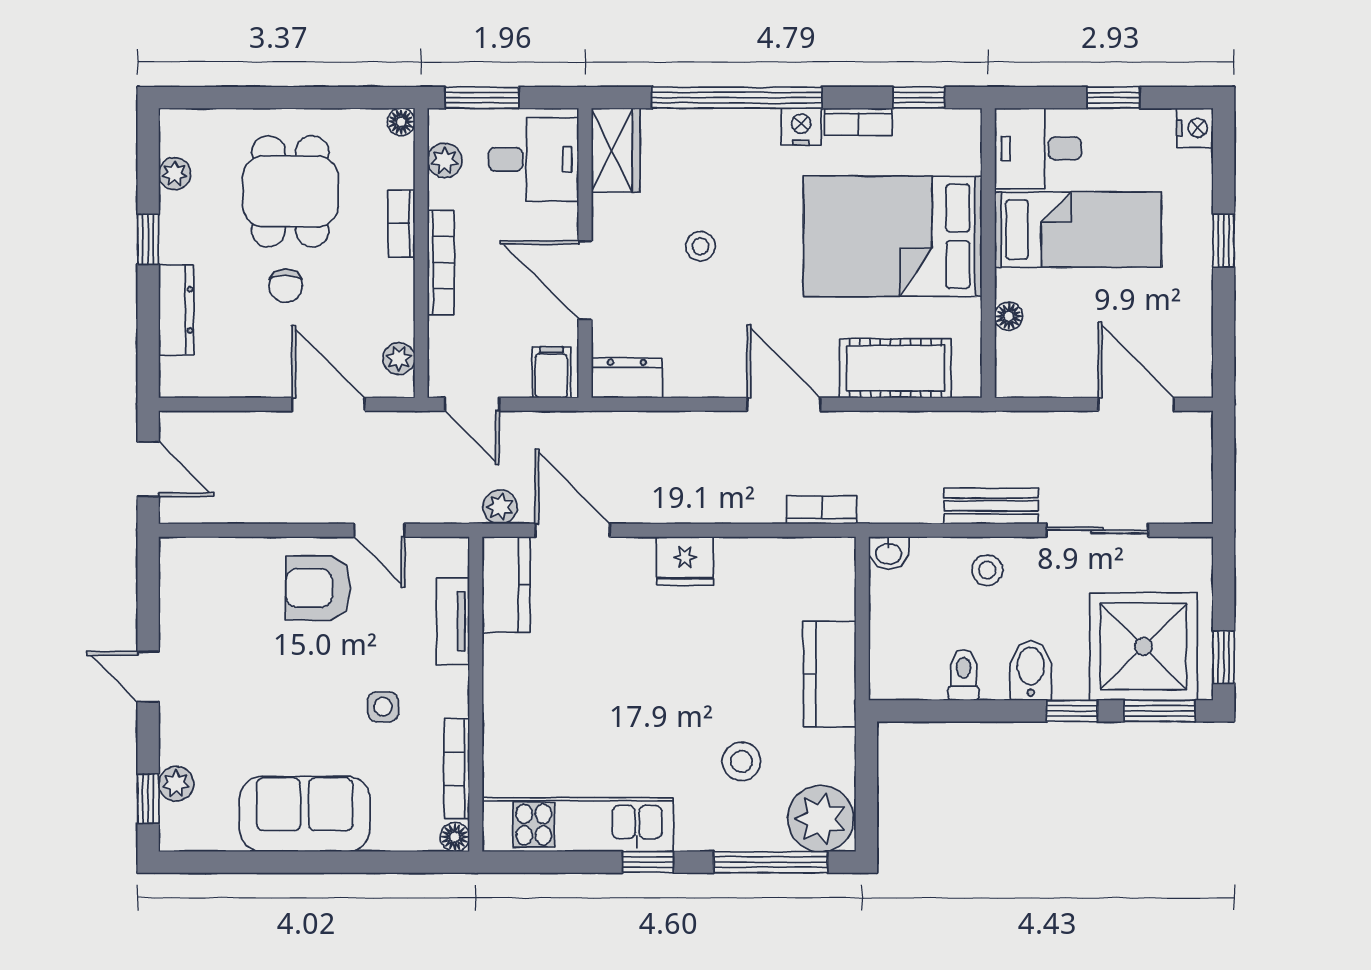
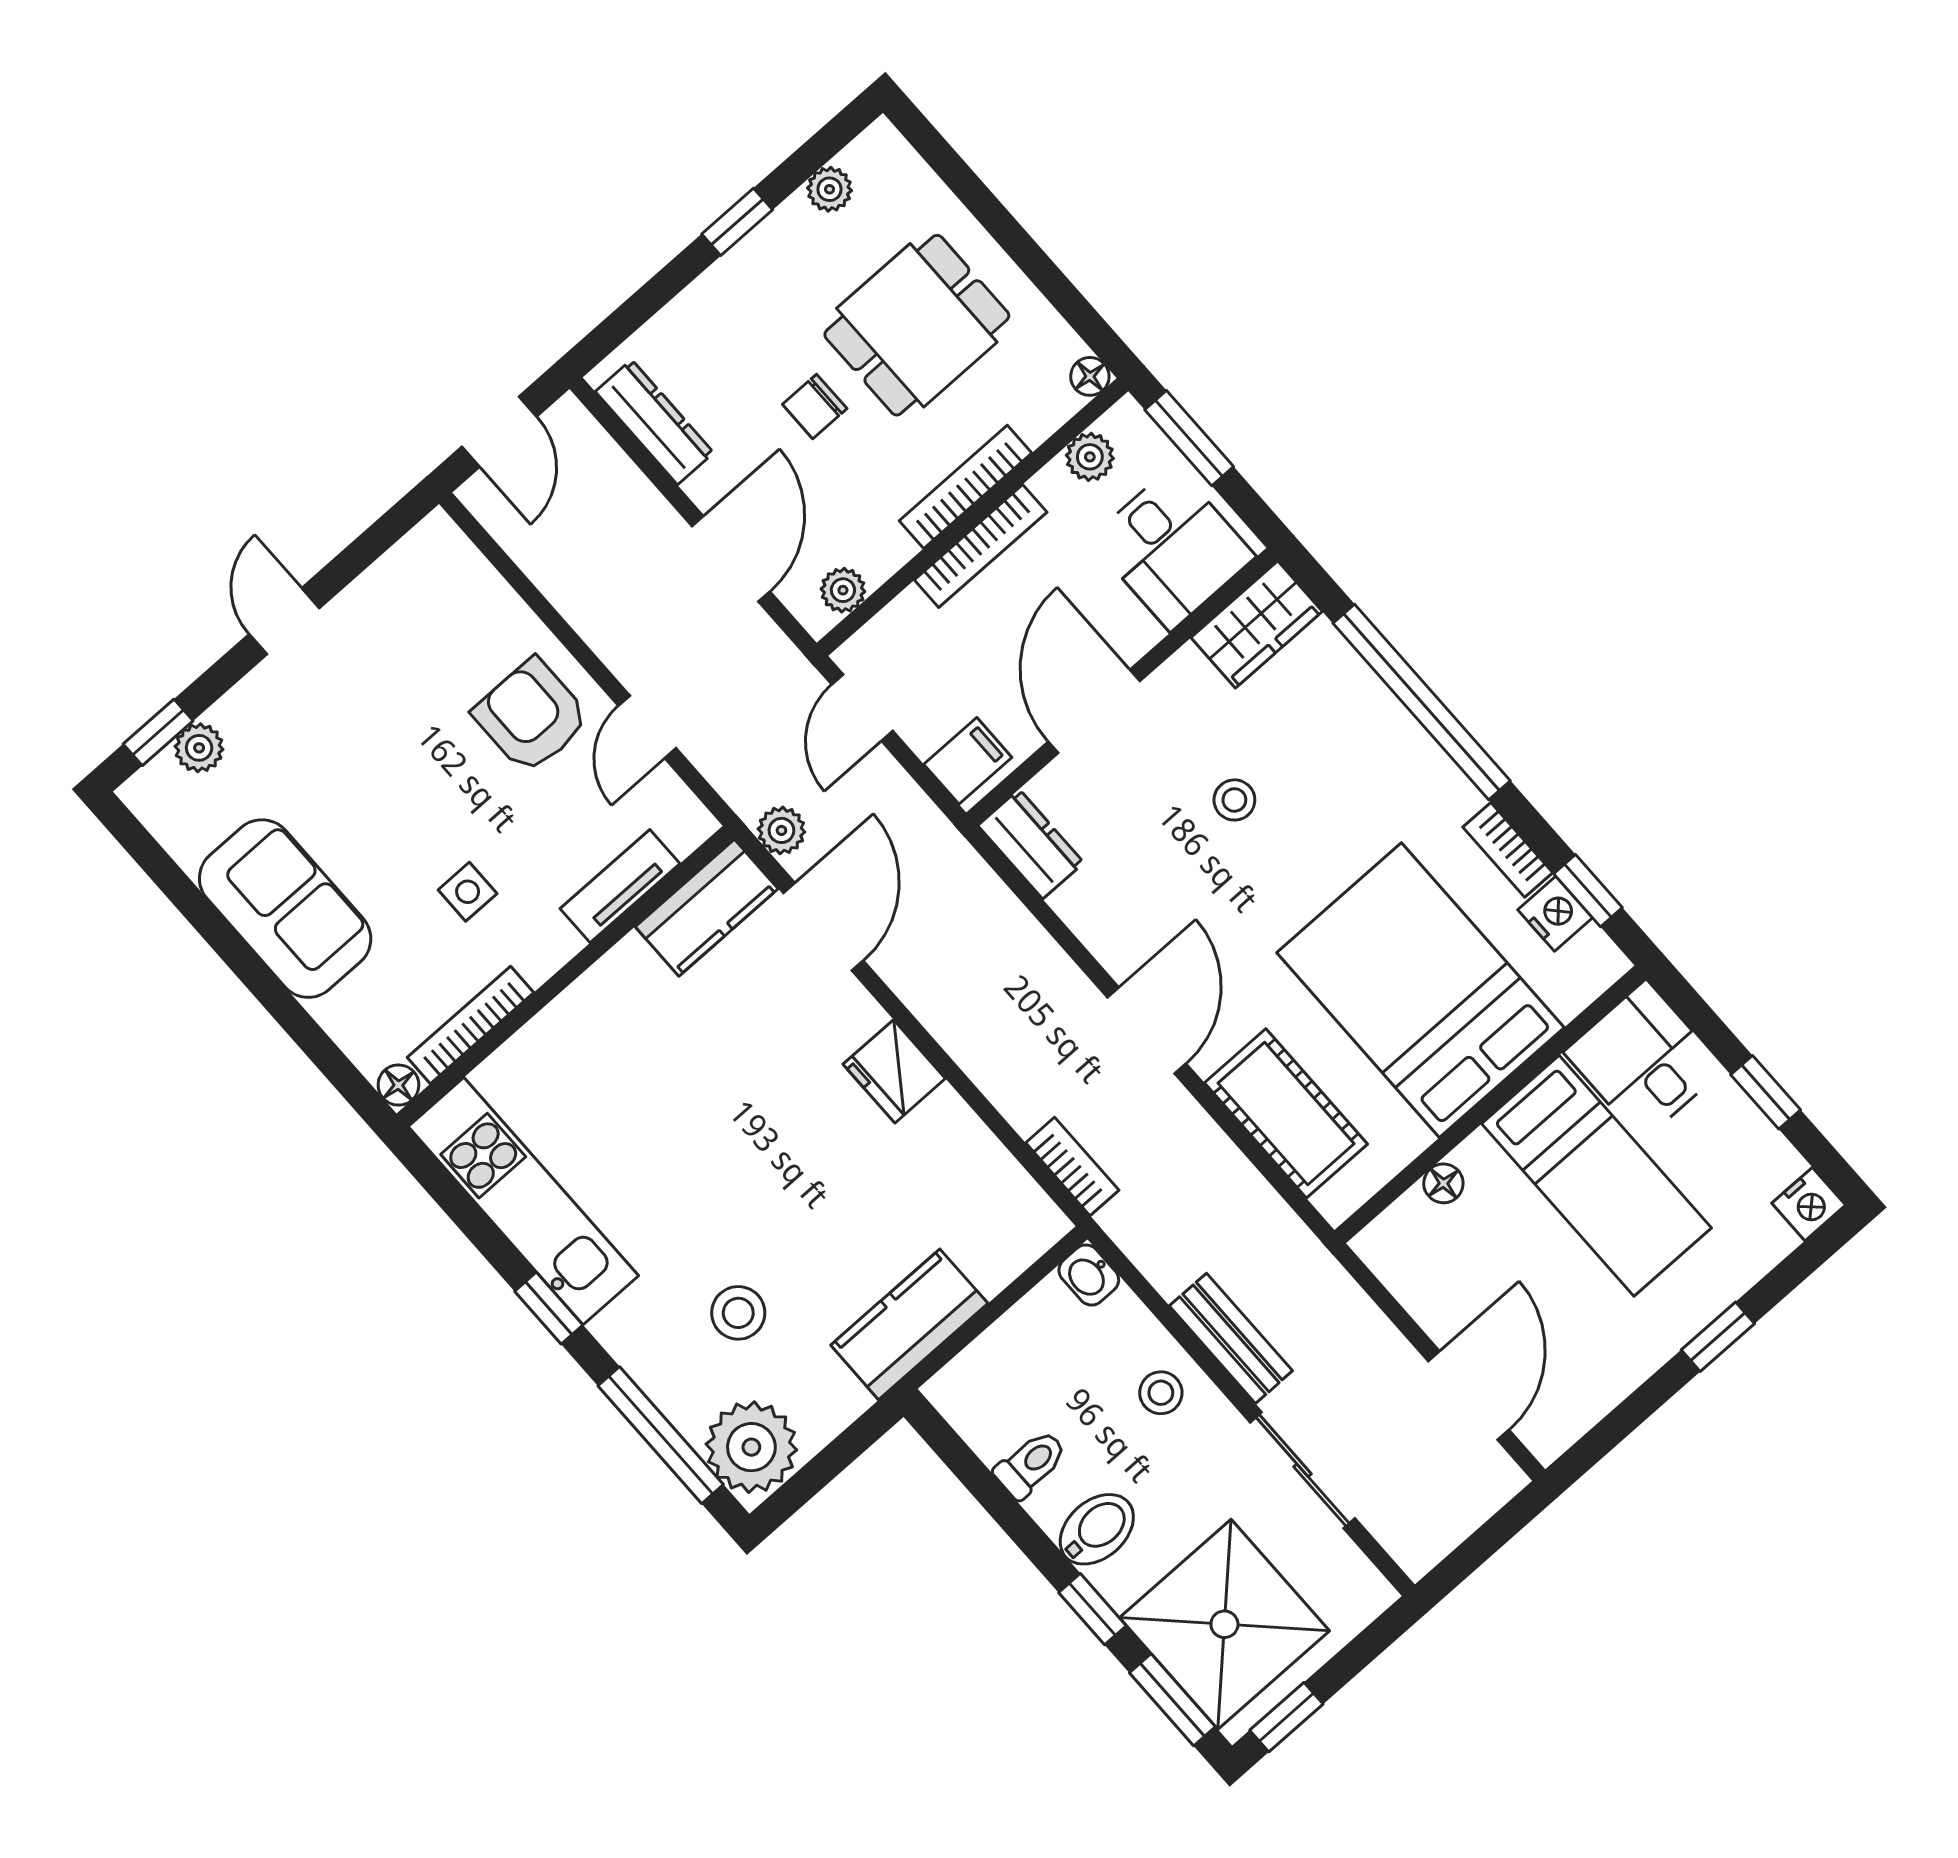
nightstand: (801, 127) -> (1555, 914), moved
bookcase: (401, 224) -> (966, 487), width x1.56
dresser: (176, 310) -> (654, 422), moved, turned -90

